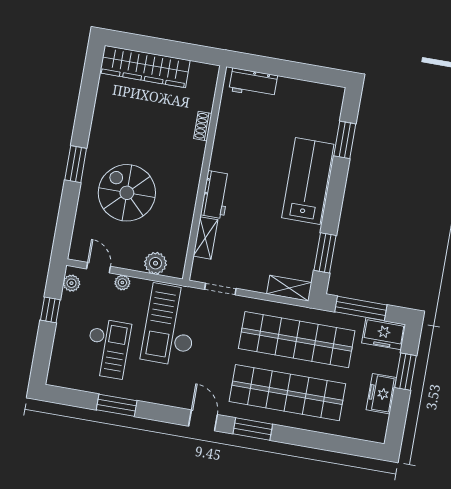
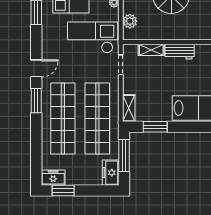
window: (405, 372) -> (63, 190), moved
freezer: (381, 394) -> (53, 178), moved

